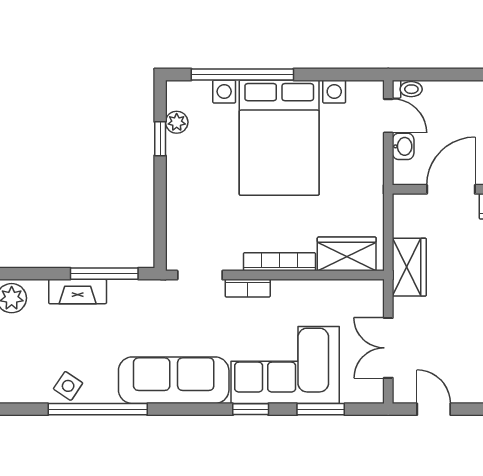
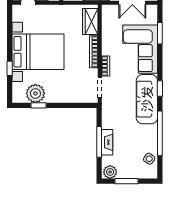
window: (242, 74) -> (10, 68), width x0.32
plant: (177, 122) -> (35, 93), width x1.87, depth x1.87
window: (104, 274) -> (99, 142), moved
side table: (68, 386) -> (149, 159), moved
window: (251, 409) -> (160, 88), moved

